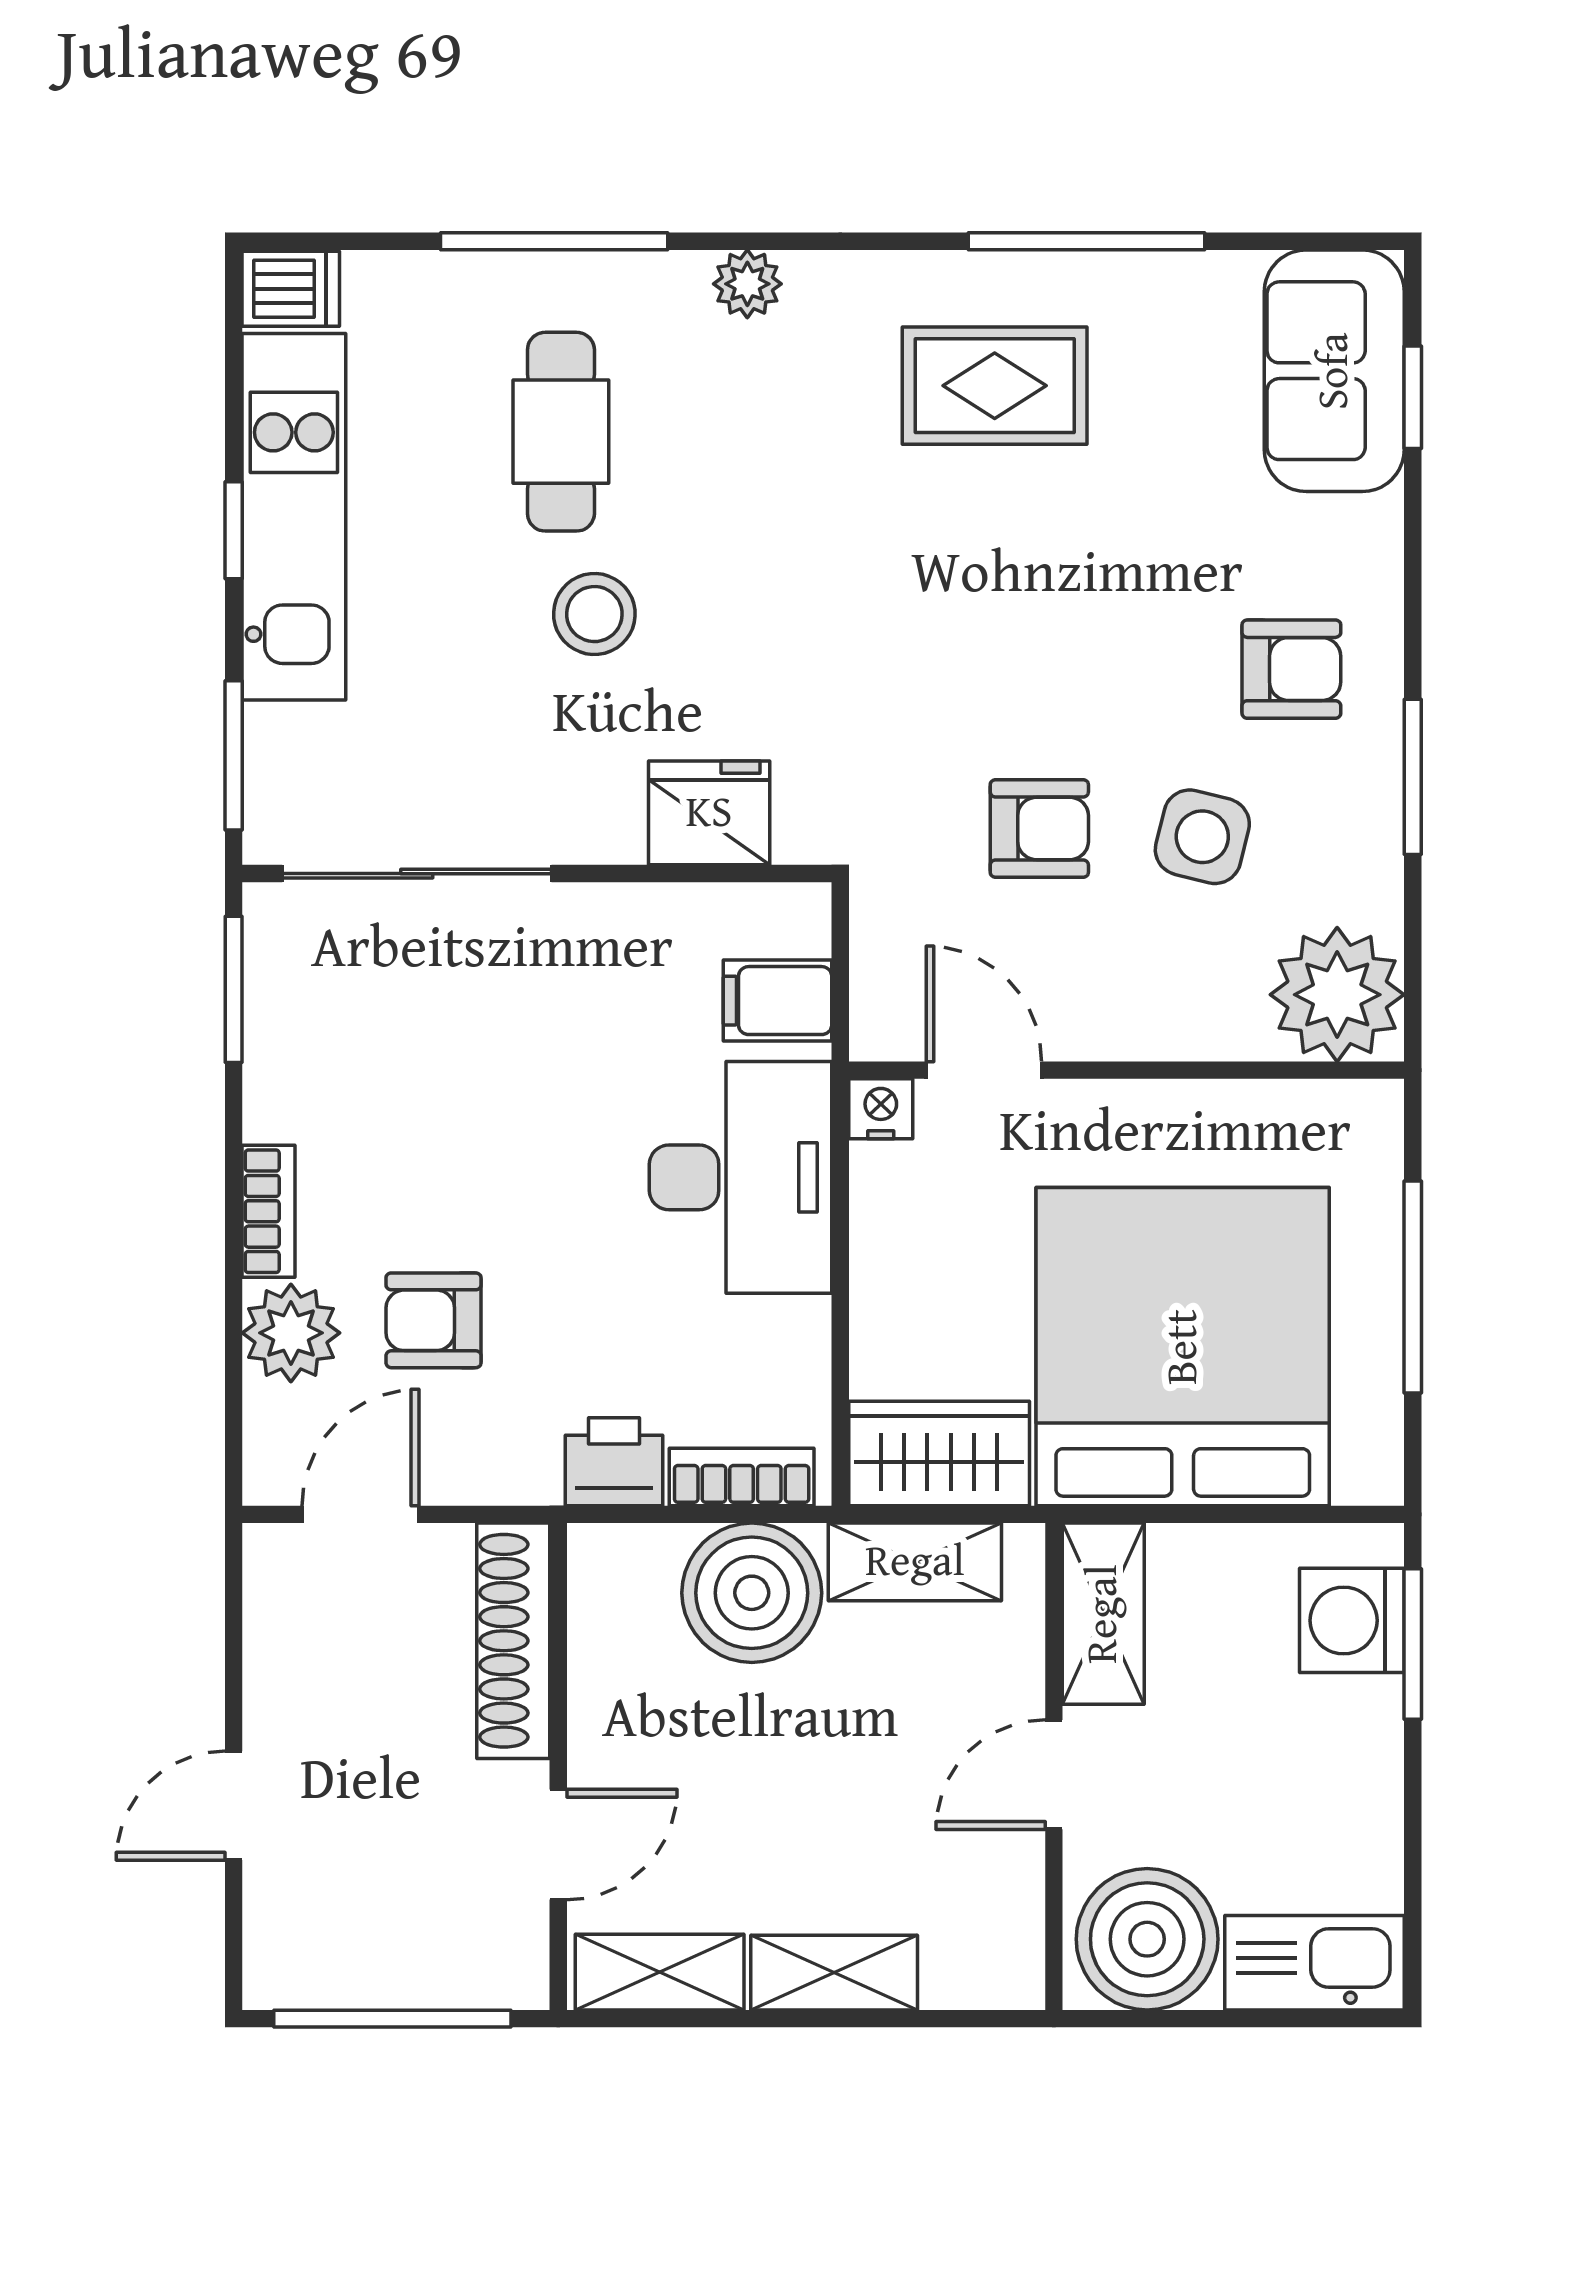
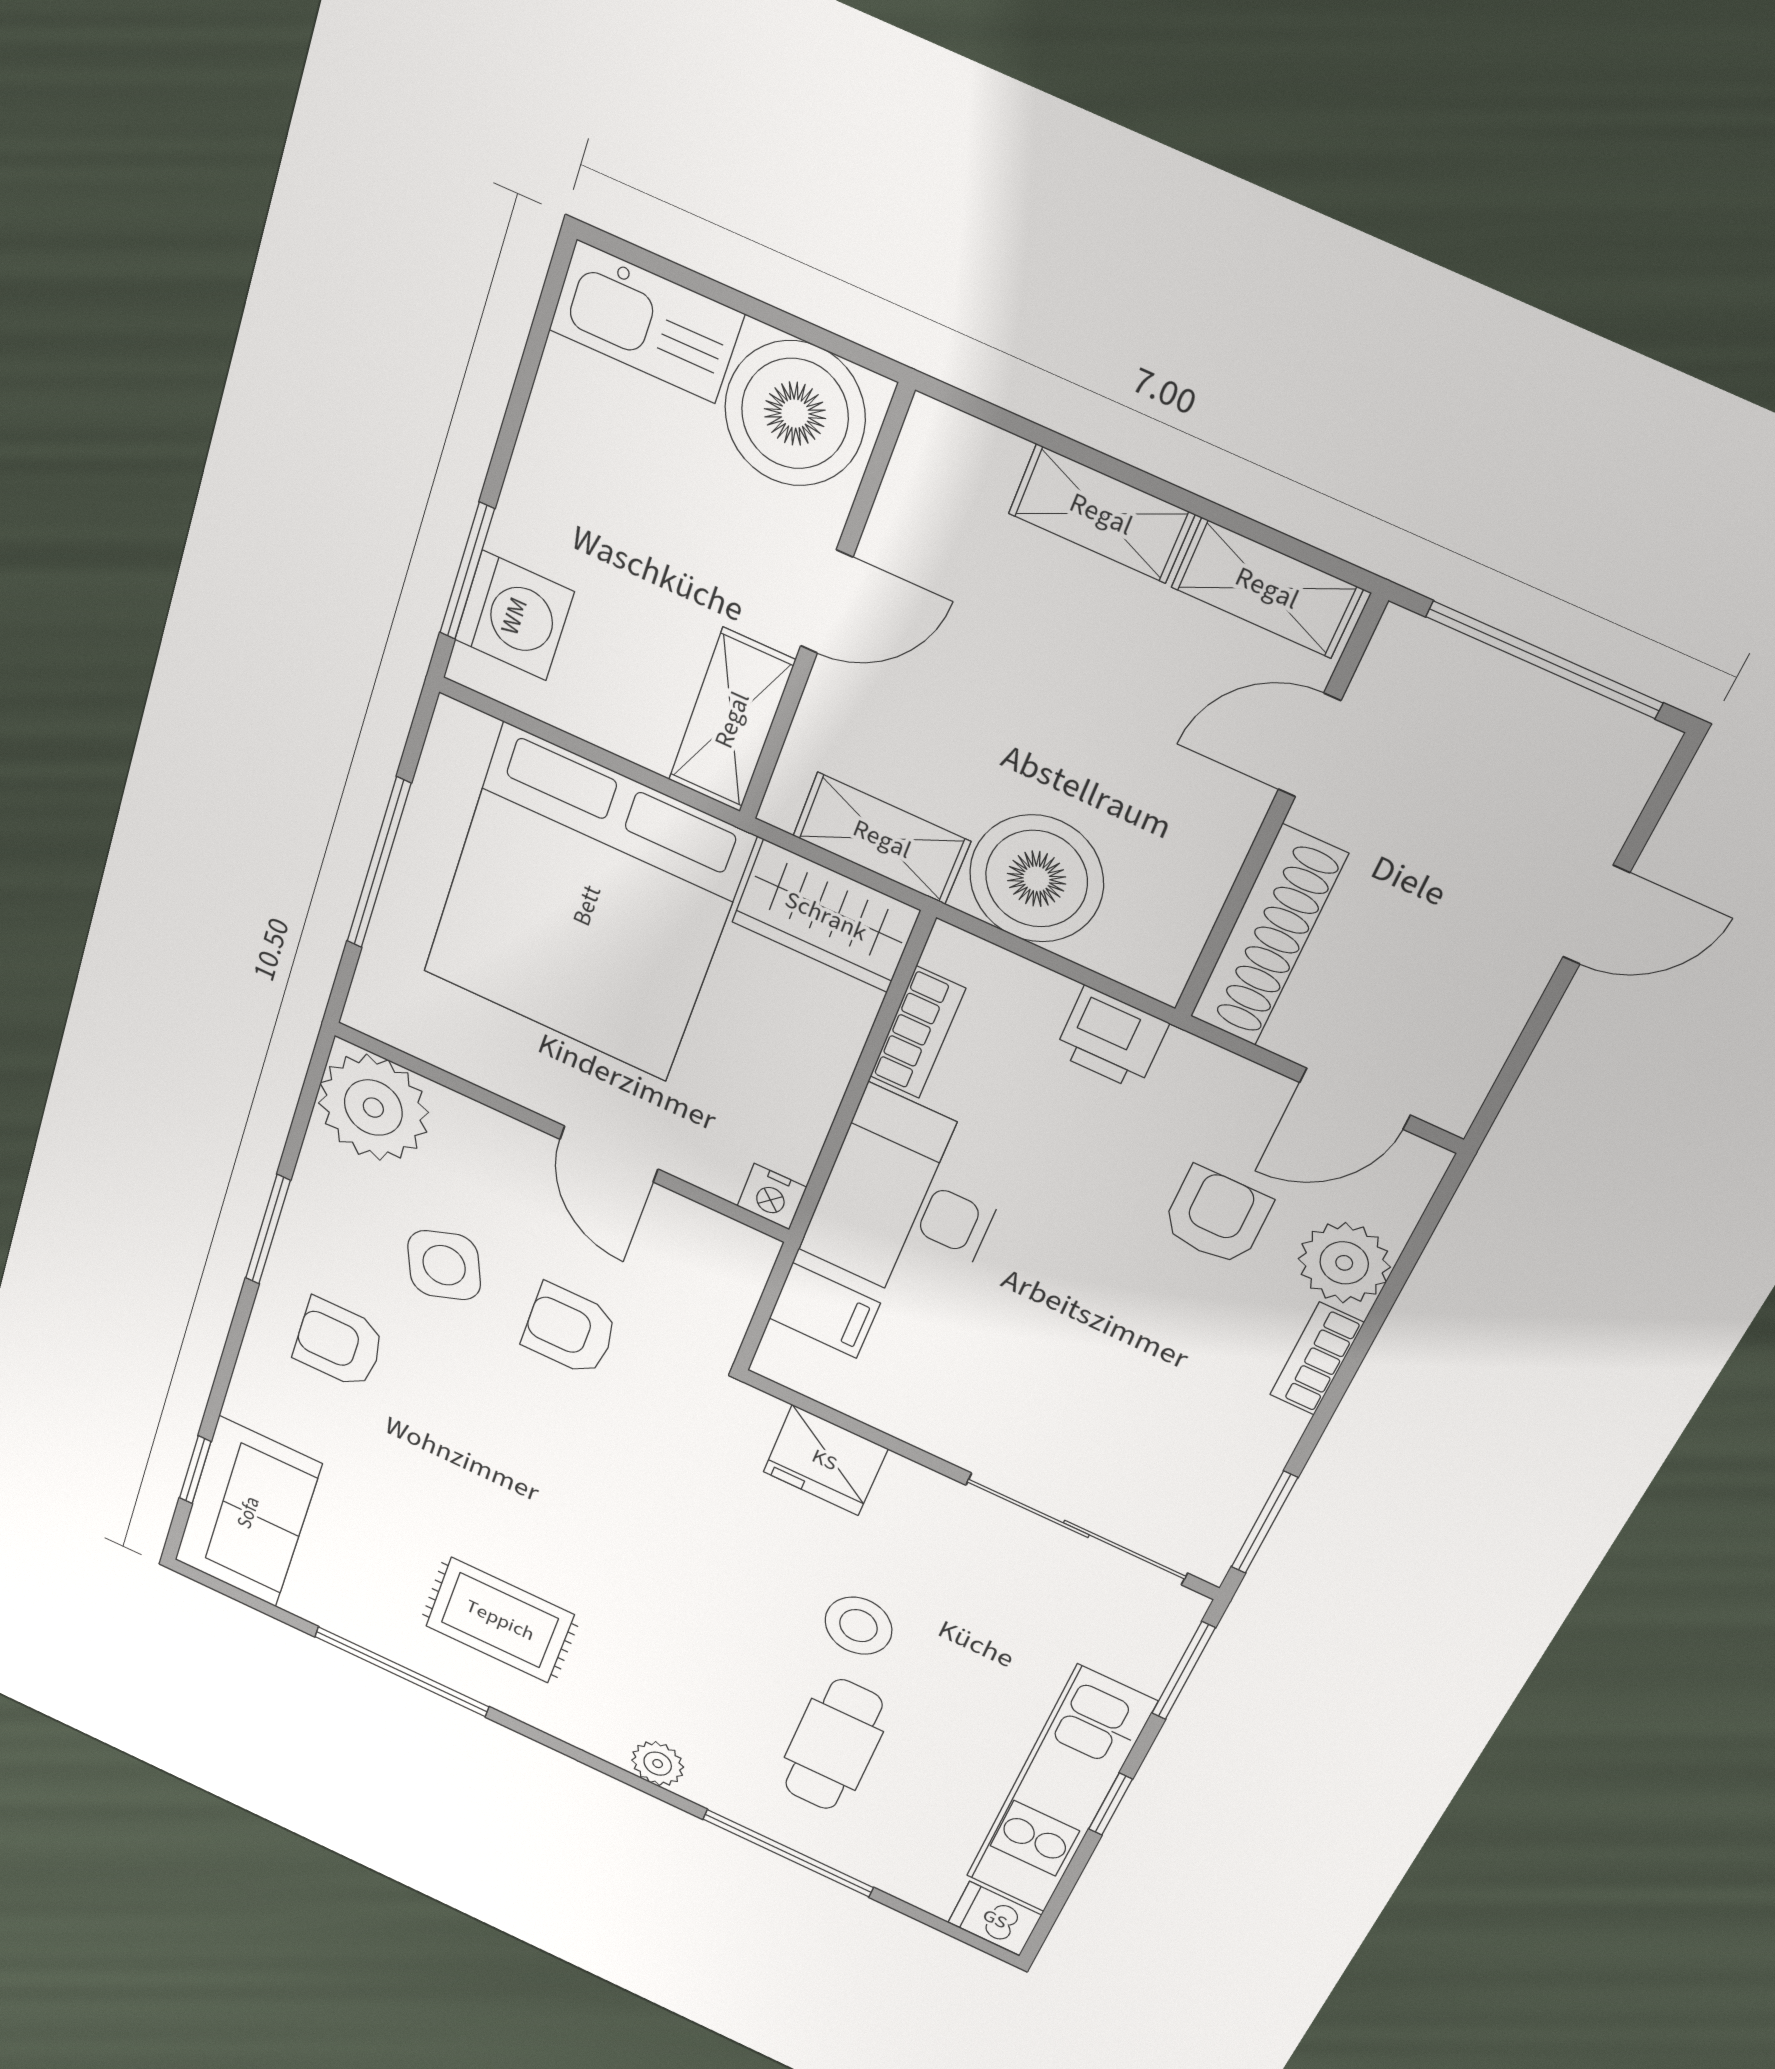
side table: (1202, 837) -> (444, 1265), turned -35
door: (984, 1070) -> (609, 1154), moved
armchair: (434, 1320) -> (1217, 1216), turned -90
bookcase: (742, 1477) -> (917, 1033), moved, turned -90

